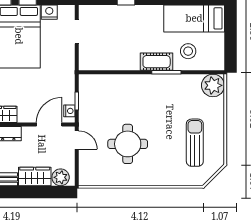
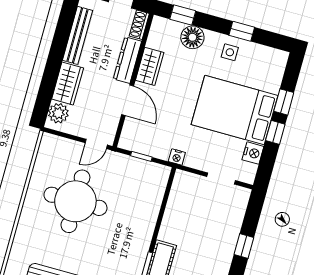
nightstand: (69, 111) -> (177, 157), moved
door: (49, 125) -> (128, 100), moved
round table: (128, 144) -> (75, 201), width x1.36, depth x1.36

